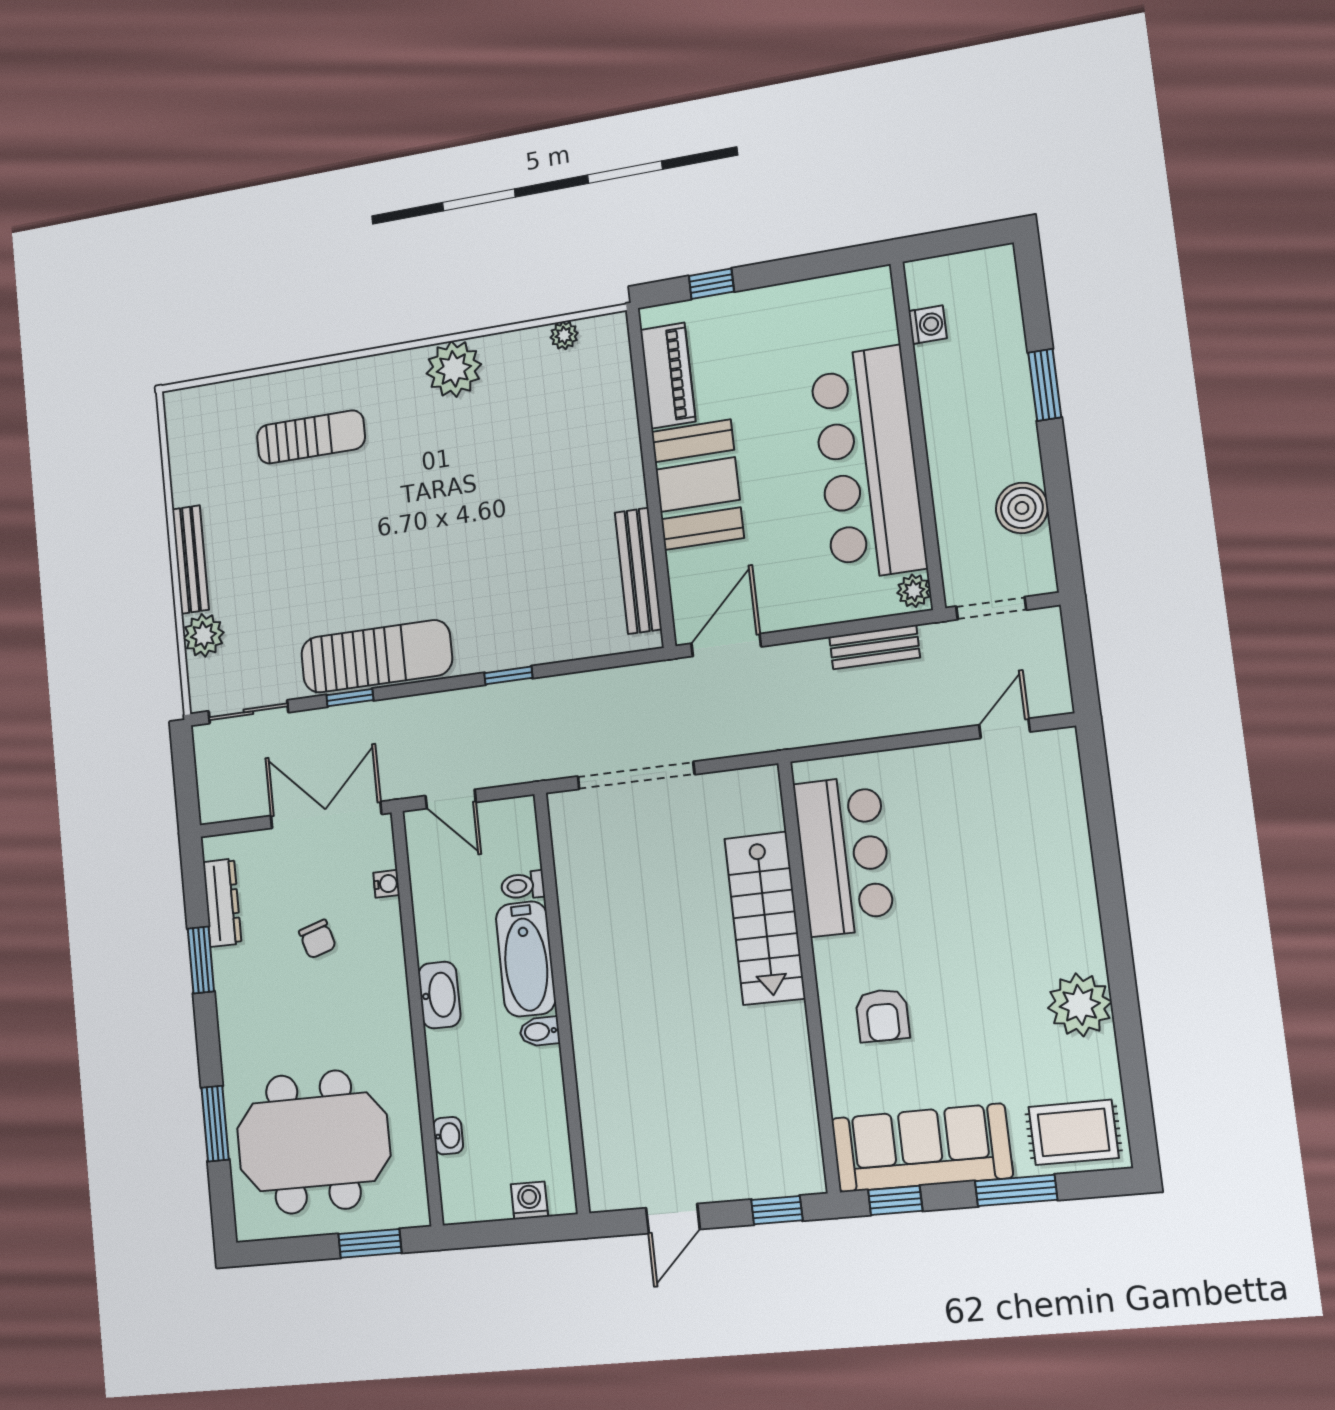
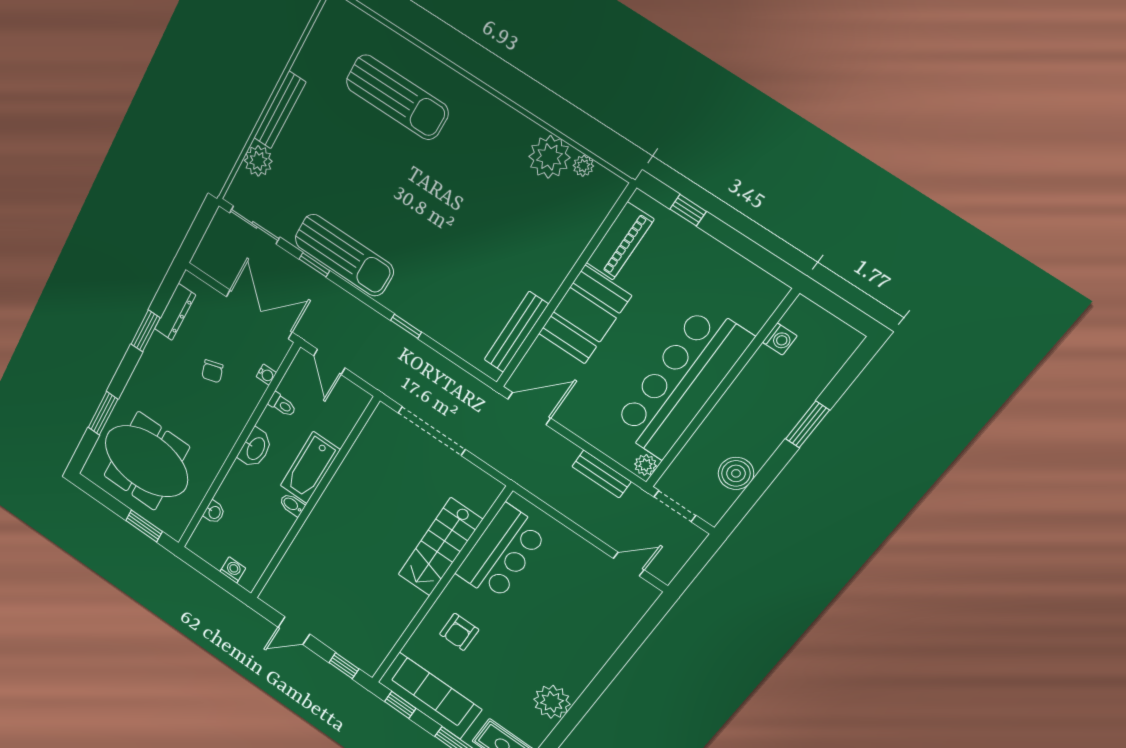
plant: (454, 369) -> (549, 157), moved
sun lounger: (311, 437) -> (397, 97), width x1.36, depth x1.34
toilet: (523, 886) -> (282, 405), moved, turned 180

